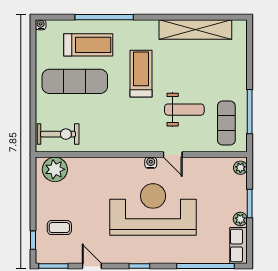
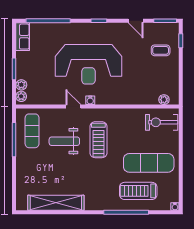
treadmill: (141, 74) -> (98, 140), moved
plant: (55, 169) -> (164, 100), width x0.53, depth x0.53
plant: (240, 219) -> (21, 85), moved

